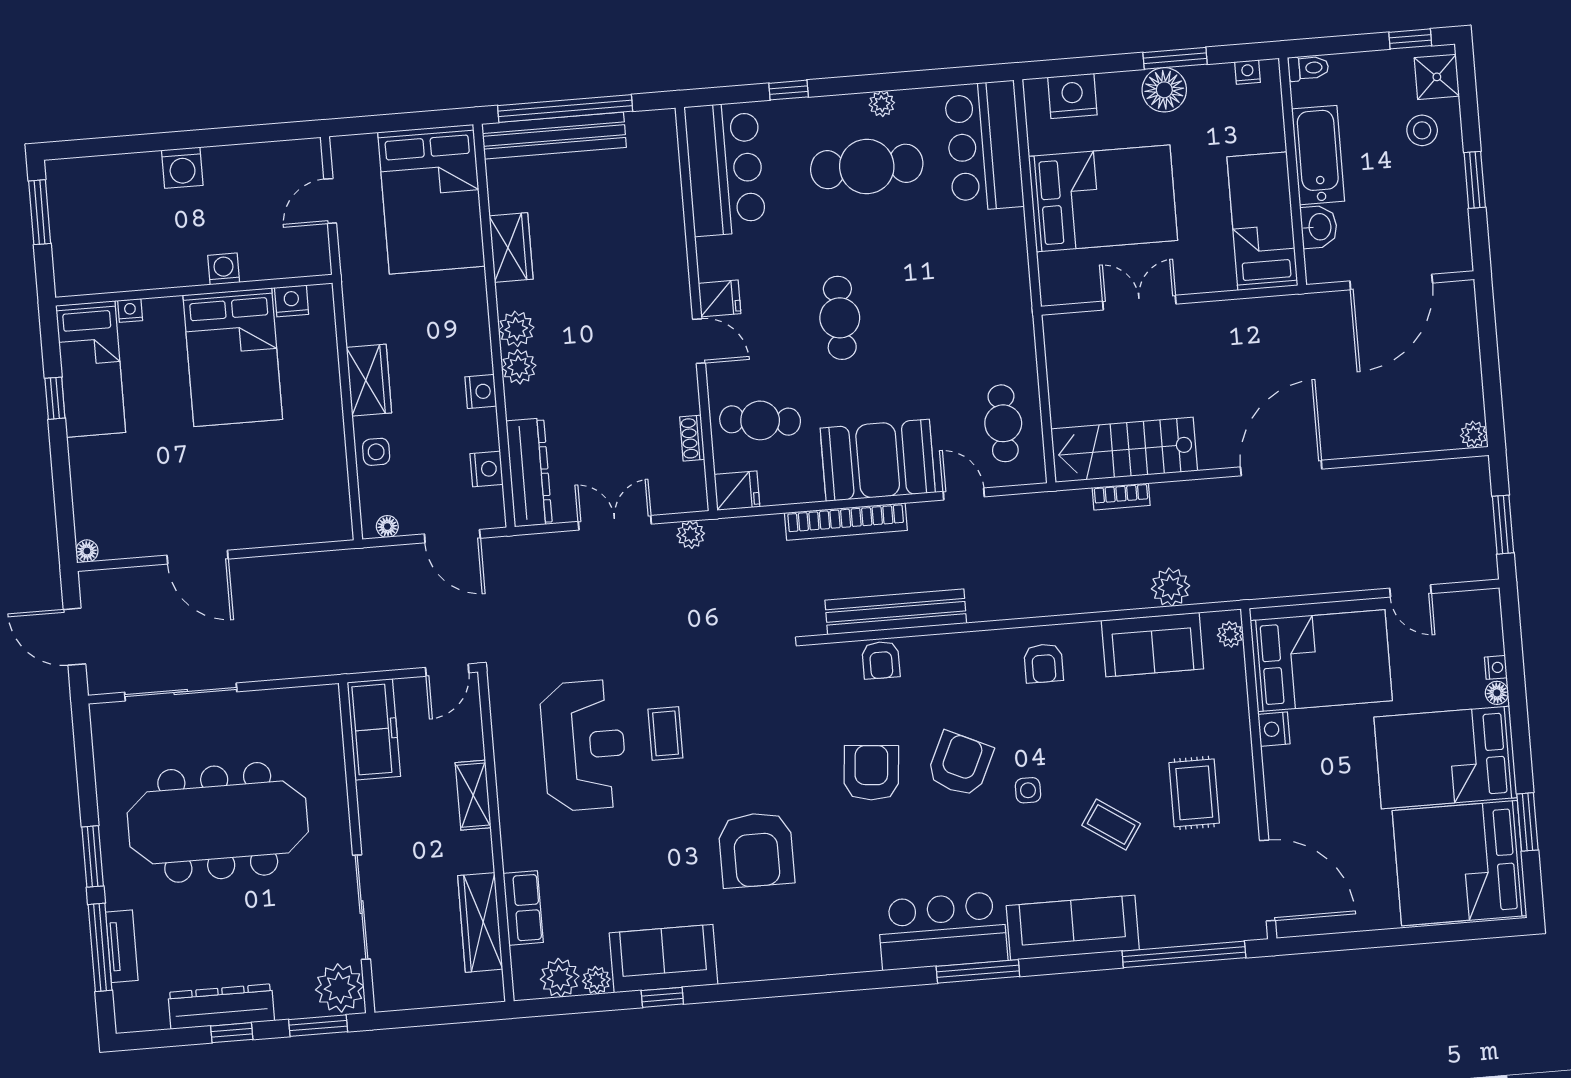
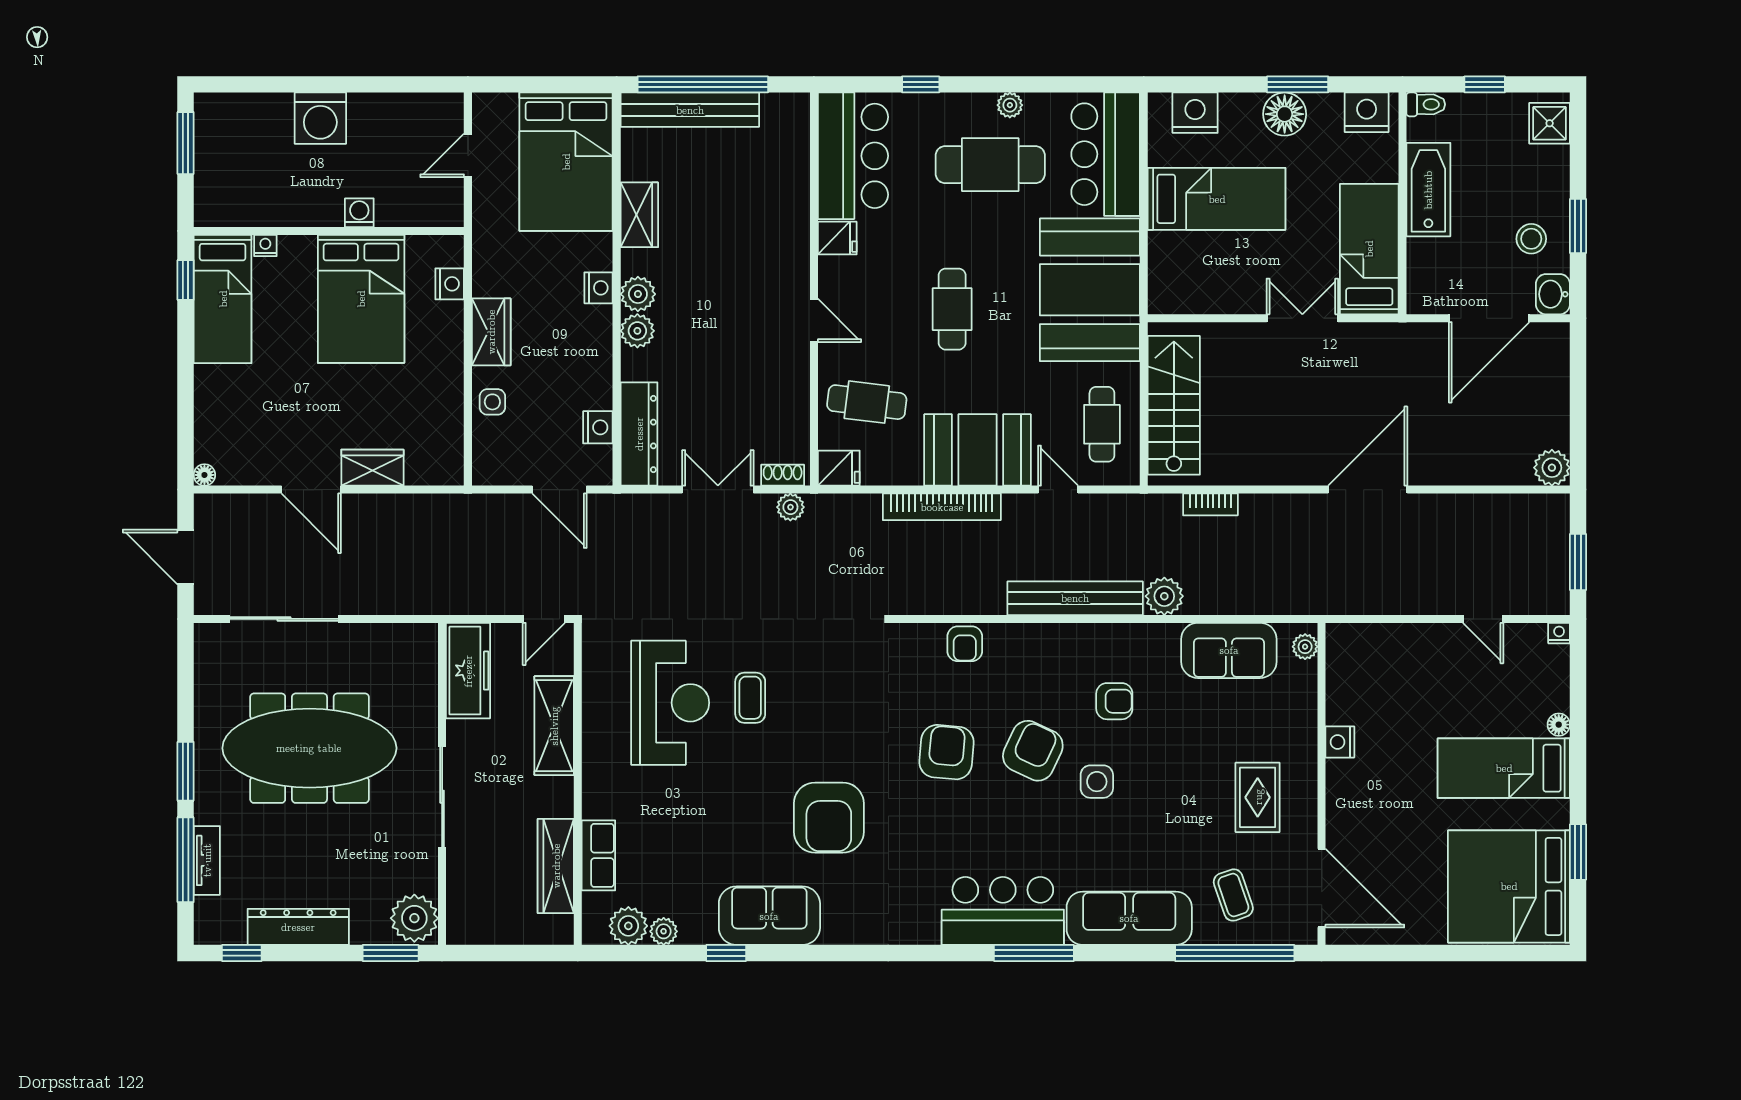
window: (1410, 39) -> (1485, 84), moved
nightstand: (1248, 72) -> (1367, 112), width x1.89, depth x1.79
stool: (1422, 130) -> (1531, 239), moved
washing machine: (182, 168) -> (320, 118), width x1.37, depth x1.37
bed: (1103, 198) -> (1217, 199), width x0.67
washbasin: (1319, 227) -> (1553, 294), moved, turned 180
booth: (979, 286) -> (1090, 290), added
fridge: (720, 298) -> (837, 238), moved
nightstand: (292, 301) -> (450, 284), moved, turned 90
double door: (1139, 303) -> (1302, 318), moved
nightstand: (481, 392) -> (599, 288), moved
window: (55, 398) -> (186, 280), moved
plant: (1474, 435) -> (1552, 468), width x1.38, depth x1.38
shoe rack: (692, 438) -> (783, 475), moved, turned 90
stairs: (1124, 450) -> (1174, 405), moved, turned 90
floor lamp: (387, 526) -> (497, 475), removed
wardrobe: (259, 529) -> (372, 468), added
plant: (1170, 587) -> (1164, 596), moved
bench: (896, 612) -> (1075, 598), moved
bed: (1321, 661) -> (1391, 679), removed
armchair: (1044, 663) -> (1114, 701), moved, turned -90
nightstand: (1496, 667) -> (1559, 633), moved, turned -90
bed: (1445, 757) -> (1504, 768), width x0.67
side table: (1028, 790) -> (1097, 782), width x1.37, depth x1.37
shelving: (473, 795) -> (554, 726), width x1.50, depth x1.33
coffee table: (1111, 824) -> (1233, 895), moved, turned 37
sliding door: (362, 907) -> (442, 797), moved
sofa: (664, 959) -> (769, 916), moved
window: (232, 1033) -> (242, 953), moved

